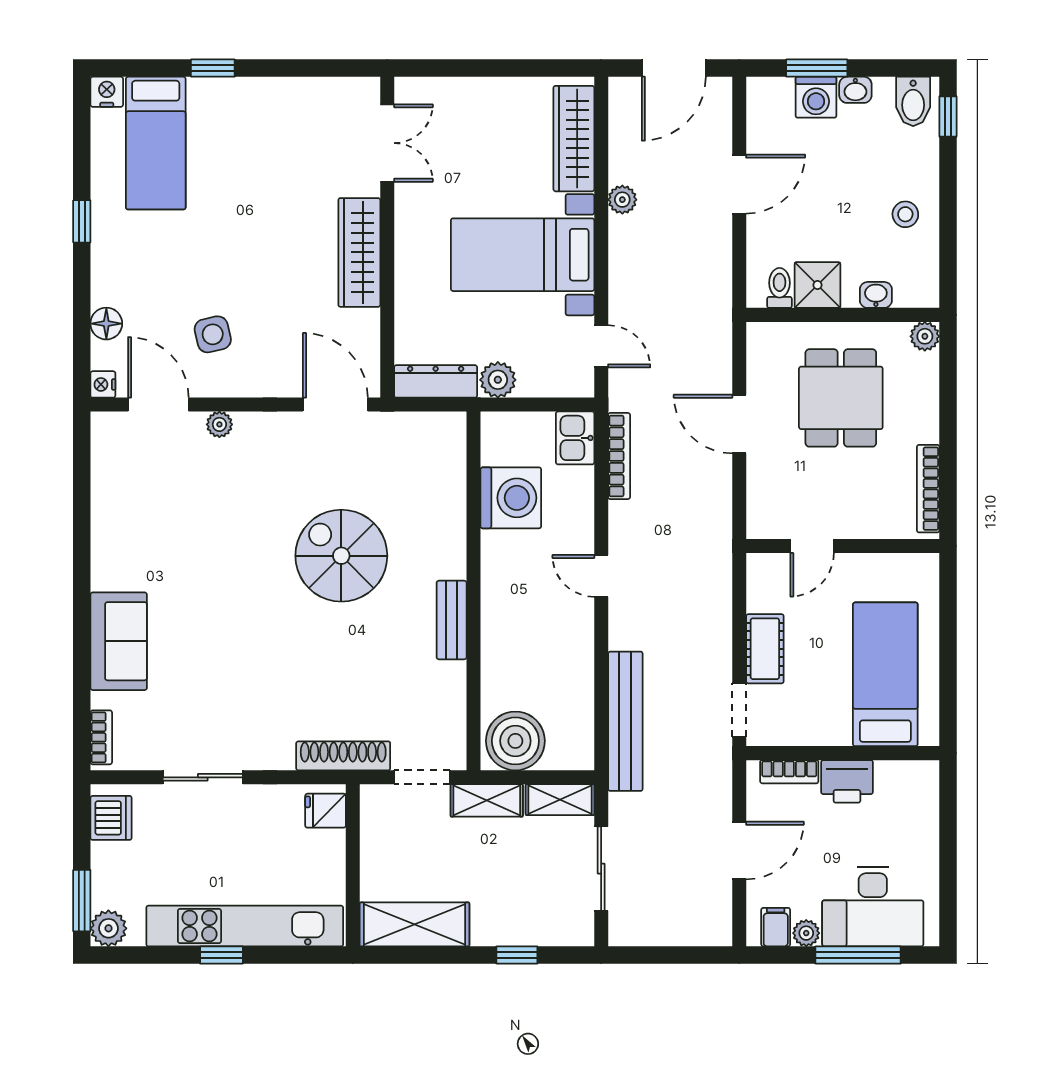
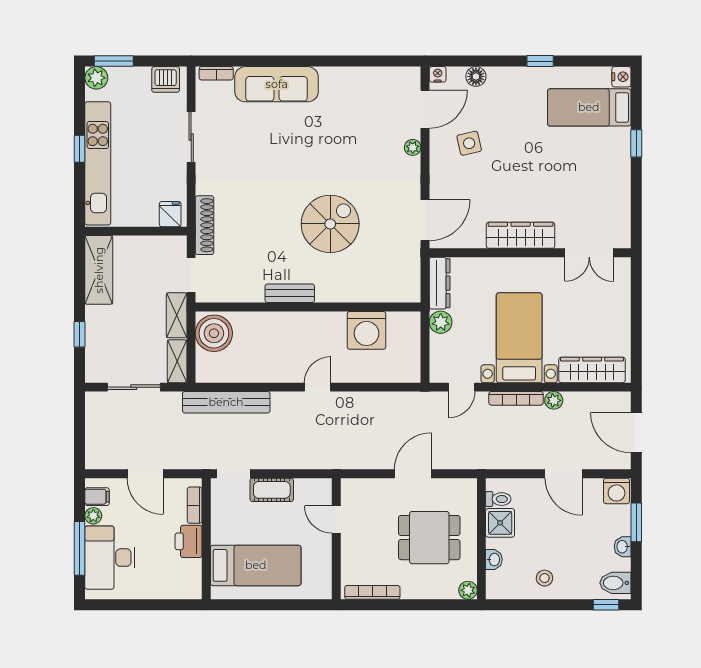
washing machine: (816, 97) -> (617, 491), moved, turned -90
kitchen sink: (575, 438) -> (404, 371), removed
bookcase: (619, 456) -> (516, 398), moved
sofa: (119, 641) -> (277, 84), width x1.36

